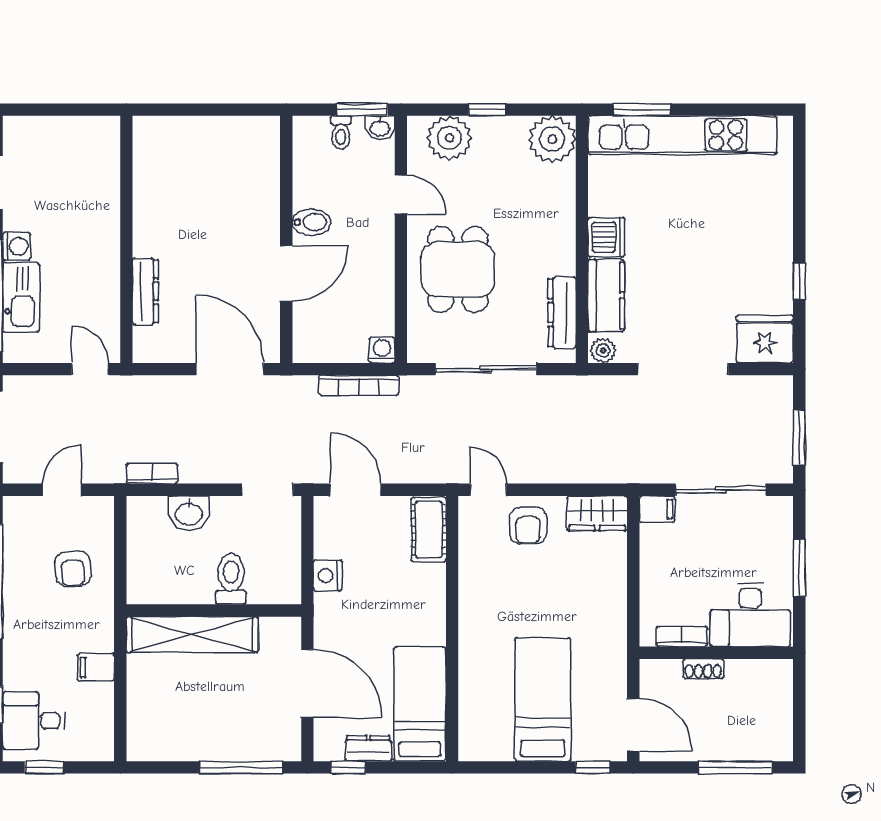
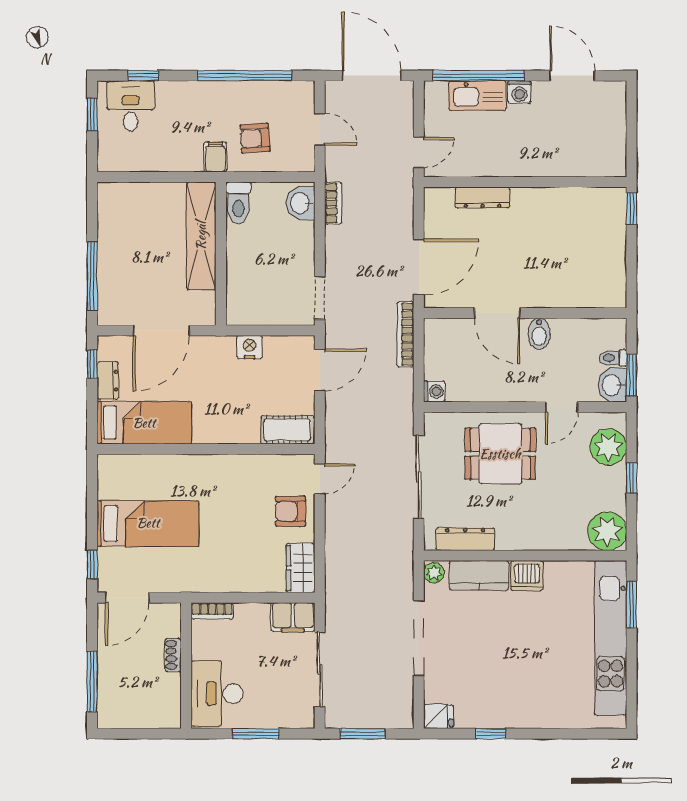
window: (158, 110) -> (632, 208), added
washbasin: (380, 128) -> (612, 385), width x1.38, depth x1.45
fridge: (765, 339) -> (438, 716), width x0.53, depth x0.75
bookcase: (359, 385) -> (405, 334), moved
filing cabinet: (657, 509) -> (293, 617), width x2.00
washbasin: (189, 513) -> (301, 203), moved
toilet: (231, 579) -> (238, 203), moved, turned 90
bookcase: (682, 636) -> (212, 611), moved, turned 90
filing cabinet: (96, 667) -> (215, 157), moved

